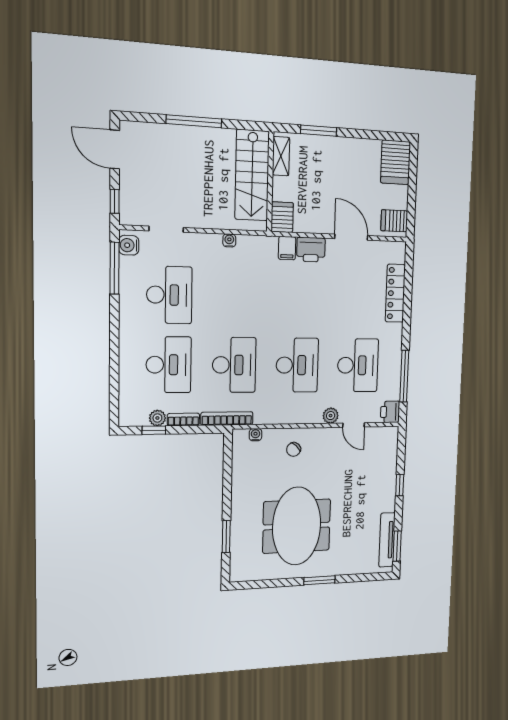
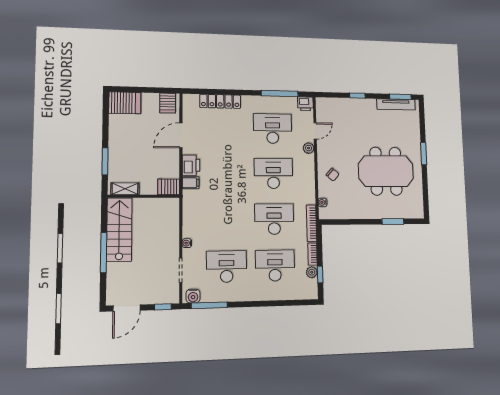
stairs: (252, 175) -> (119, 229), moved, turned -90
water cooler: (229, 240) -> (187, 243), moved

